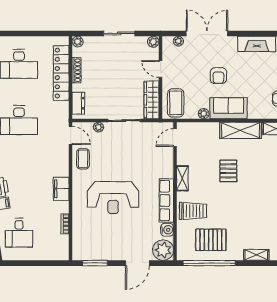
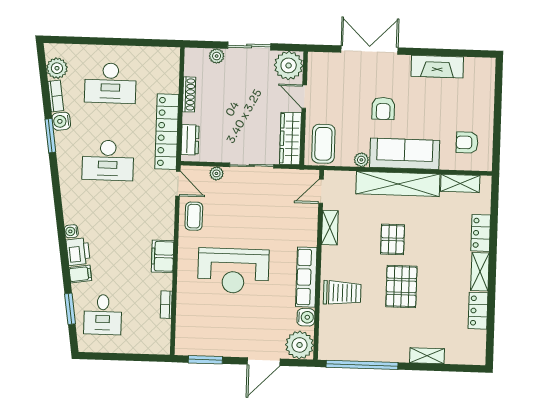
plant: (178, 41) -> (330, 59), removed
plant: (78, 42) -> (217, 56), moved
plant: (153, 42) -> (289, 65), width x1.87, depth x1.87
locker: (61, 73) -> (167, 132), moved
sofa: (228, 108) -> (405, 154), width x1.36
shelving: (241, 130) -> (398, 184), width x1.47
shelving: (182, 178) -> (330, 228), moved
pallet: (211, 240) -> (401, 287), moved, turned 90

